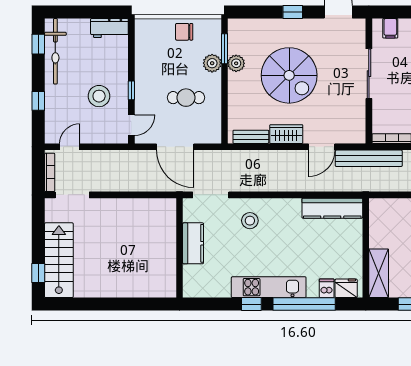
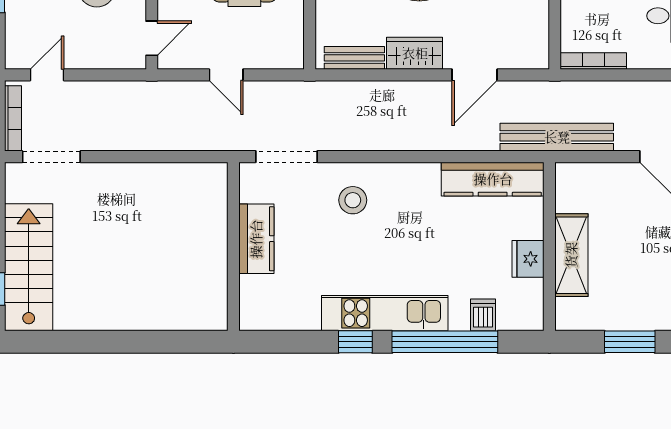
door: (175, 147) -> (226, 75), width x0.53
bench: (369, 158) -> (557, 137), moved
shelving: (379, 273) -> (571, 255), moved
fridge: (346, 288) -> (528, 259), moved, turned -90

